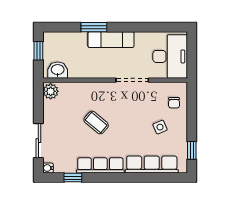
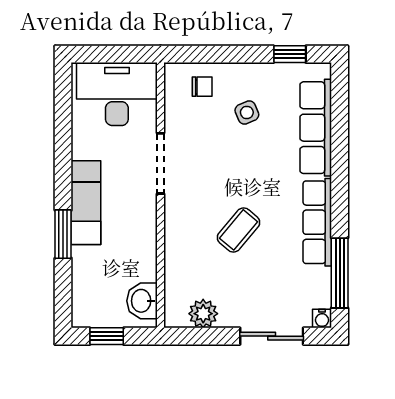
plant: (51, 91) -> (203, 314), moved
window: (73, 178) -> (340, 273), width x2.17

